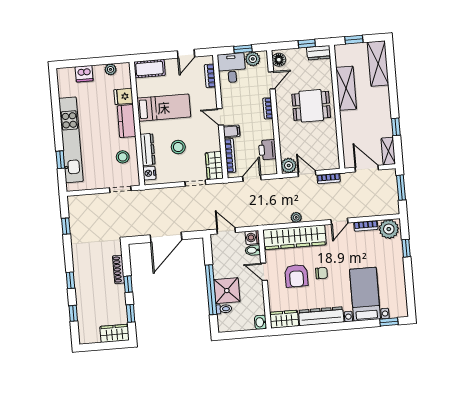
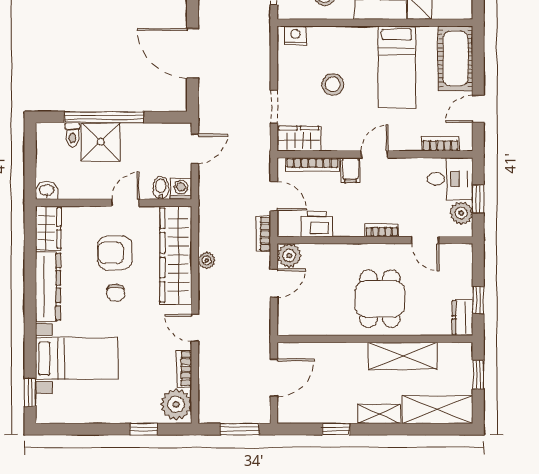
door: (186, 54) -> (478, 109), hinge flipped
floor lamp: (279, 60) -> (457, 254), removed
cot: (150, 69) -> (455, 58), width x1.37, depth x1.34
dresser: (148, 150) -> (333, 36), removed
shelving: (388, 151) -> (379, 414), moved
bookcase: (329, 178) -> (263, 234), moved

